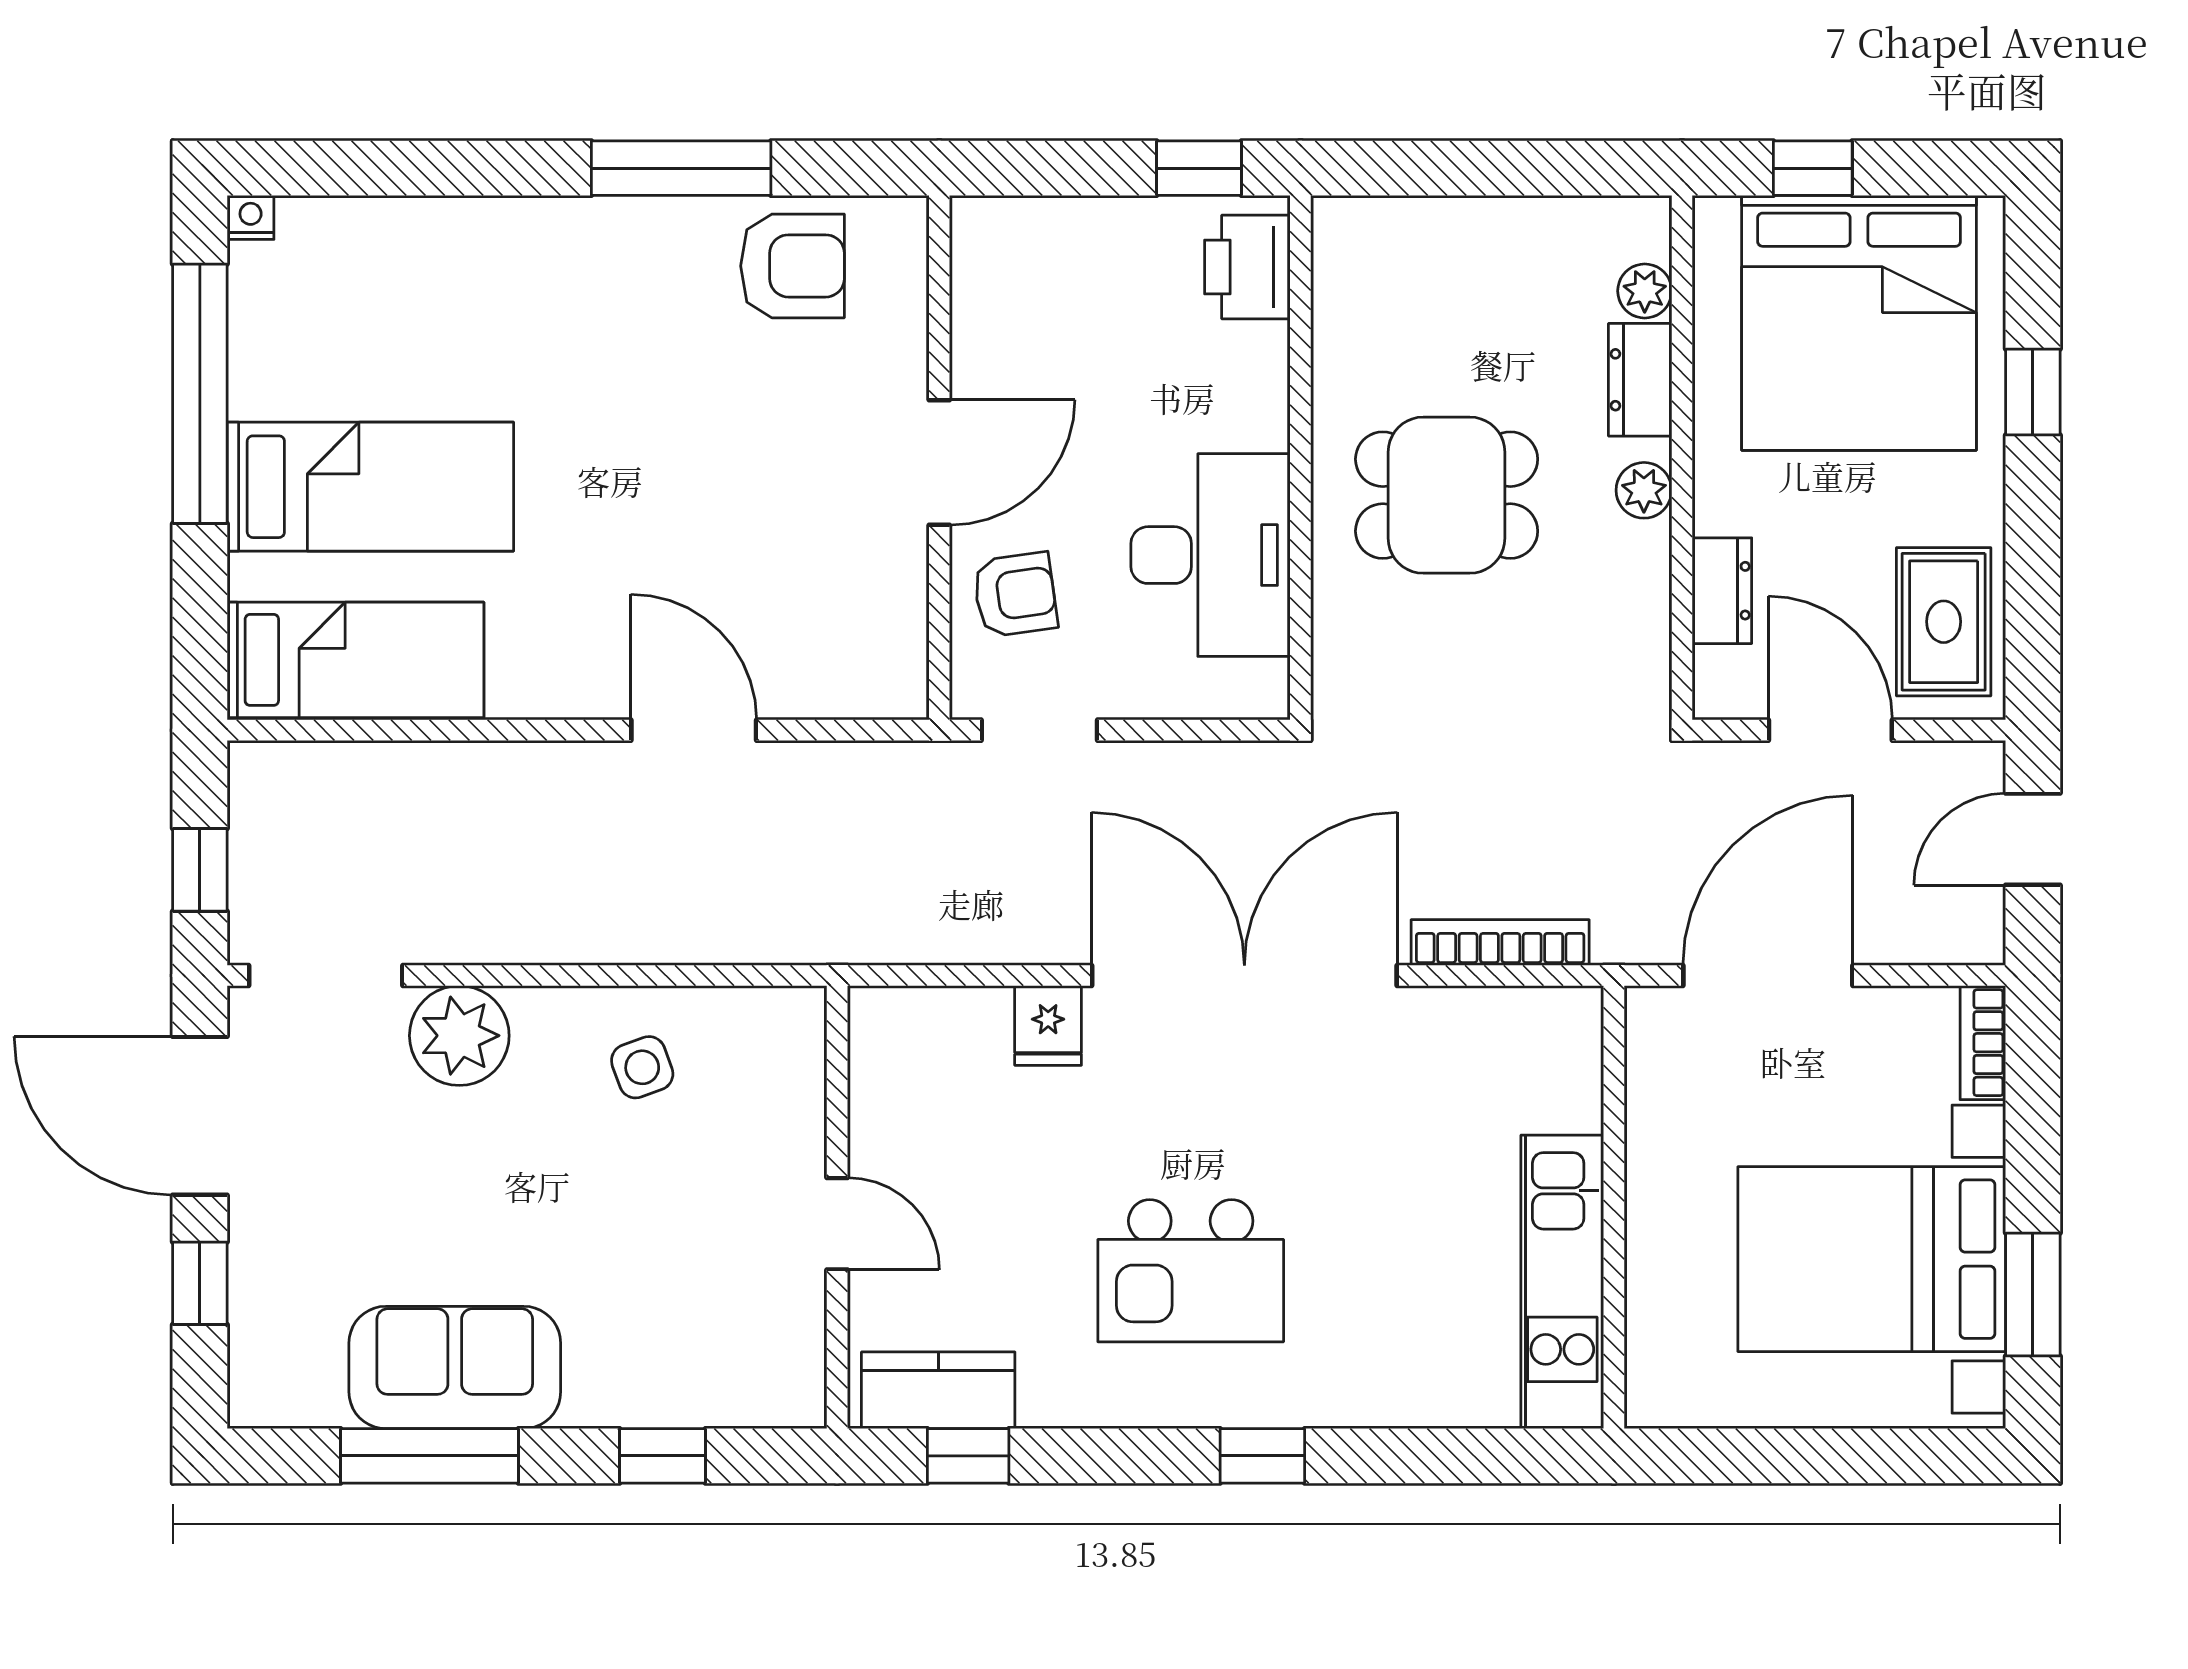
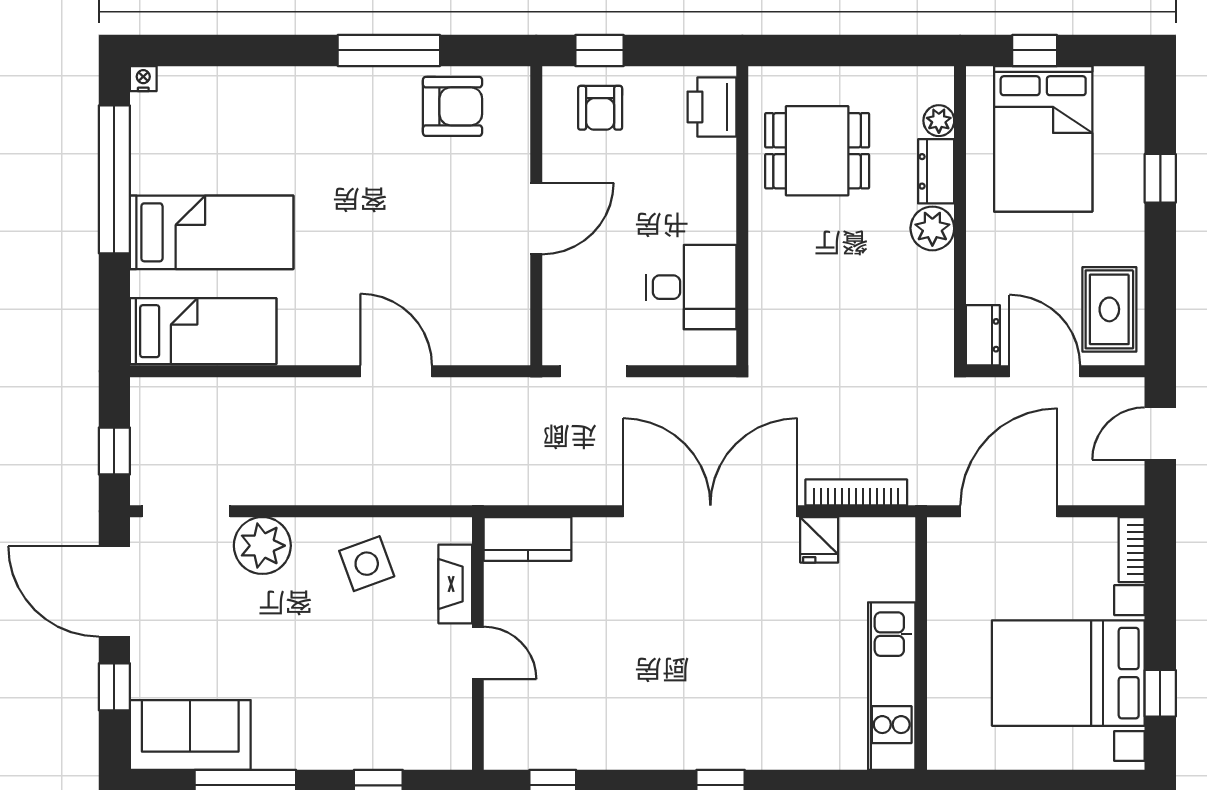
window: (1199, 168) -> (600, 50), moved
bed: (1859, 323) -> (1043, 139), width x0.73
plant: (1644, 490) -> (932, 228), width x1.38, depth x1.38
dining table: (1447, 495) -> (817, 151), moved
desk: (1211, 555) -> (691, 287), width x0.73
dresser: (1722, 591) -> (983, 335), moved
armchair: (1015, 594) -> (600, 108), moved, turned 98
fridge: (1048, 1026) -> (819, 540), moved
side table: (642, 1067) -> (367, 564), width x1.37, depth x1.37
fireplace: (797, 1103) -> (455, 584), added
kitchen island: (1191, 1271) -> (680, 680), removed
window: (2033, 1295) -> (1160, 693), width x0.67
sofa: (455, 1367) -> (190, 735), moved
kitchen counter: (938, 1390) -> (528, 539), moved, turned 180

